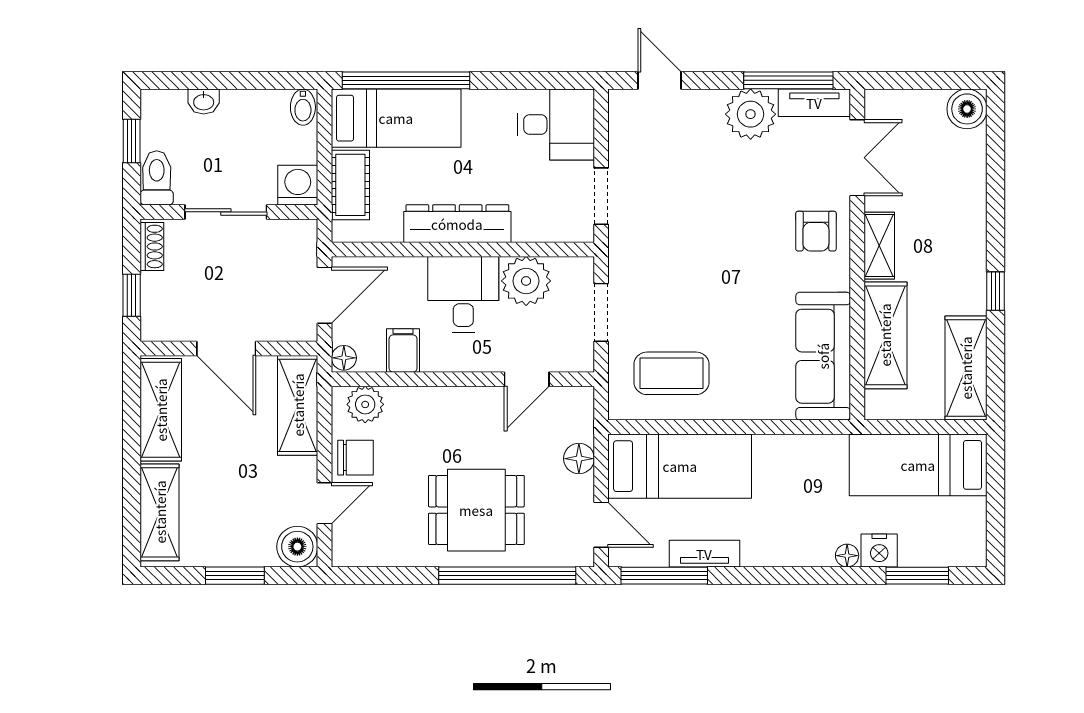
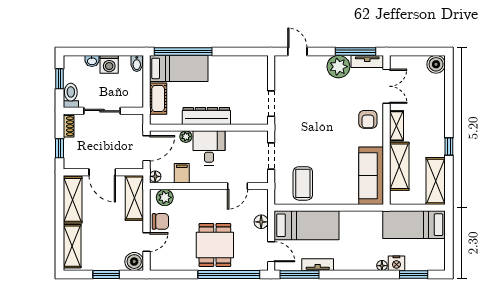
desk: (556, 125) -> (251, 71), removed
washing machine: (298, 185) -> (109, 64), moved, turned 180
plant: (526, 281) -> (186, 137), moved, width x0.53, depth x0.53
coffee table: (671, 373) -> (303, 183), turned 90
dining table: (476, 510) -> (215, 245), turned 90

